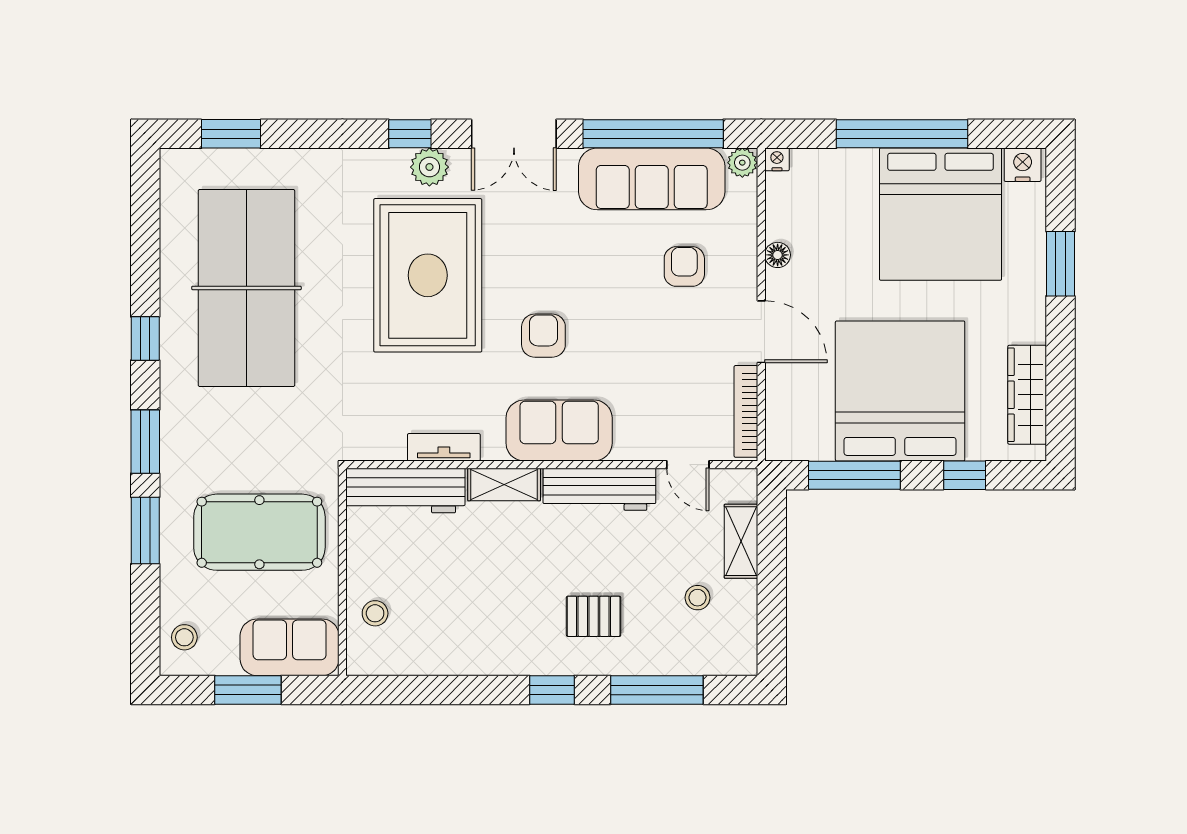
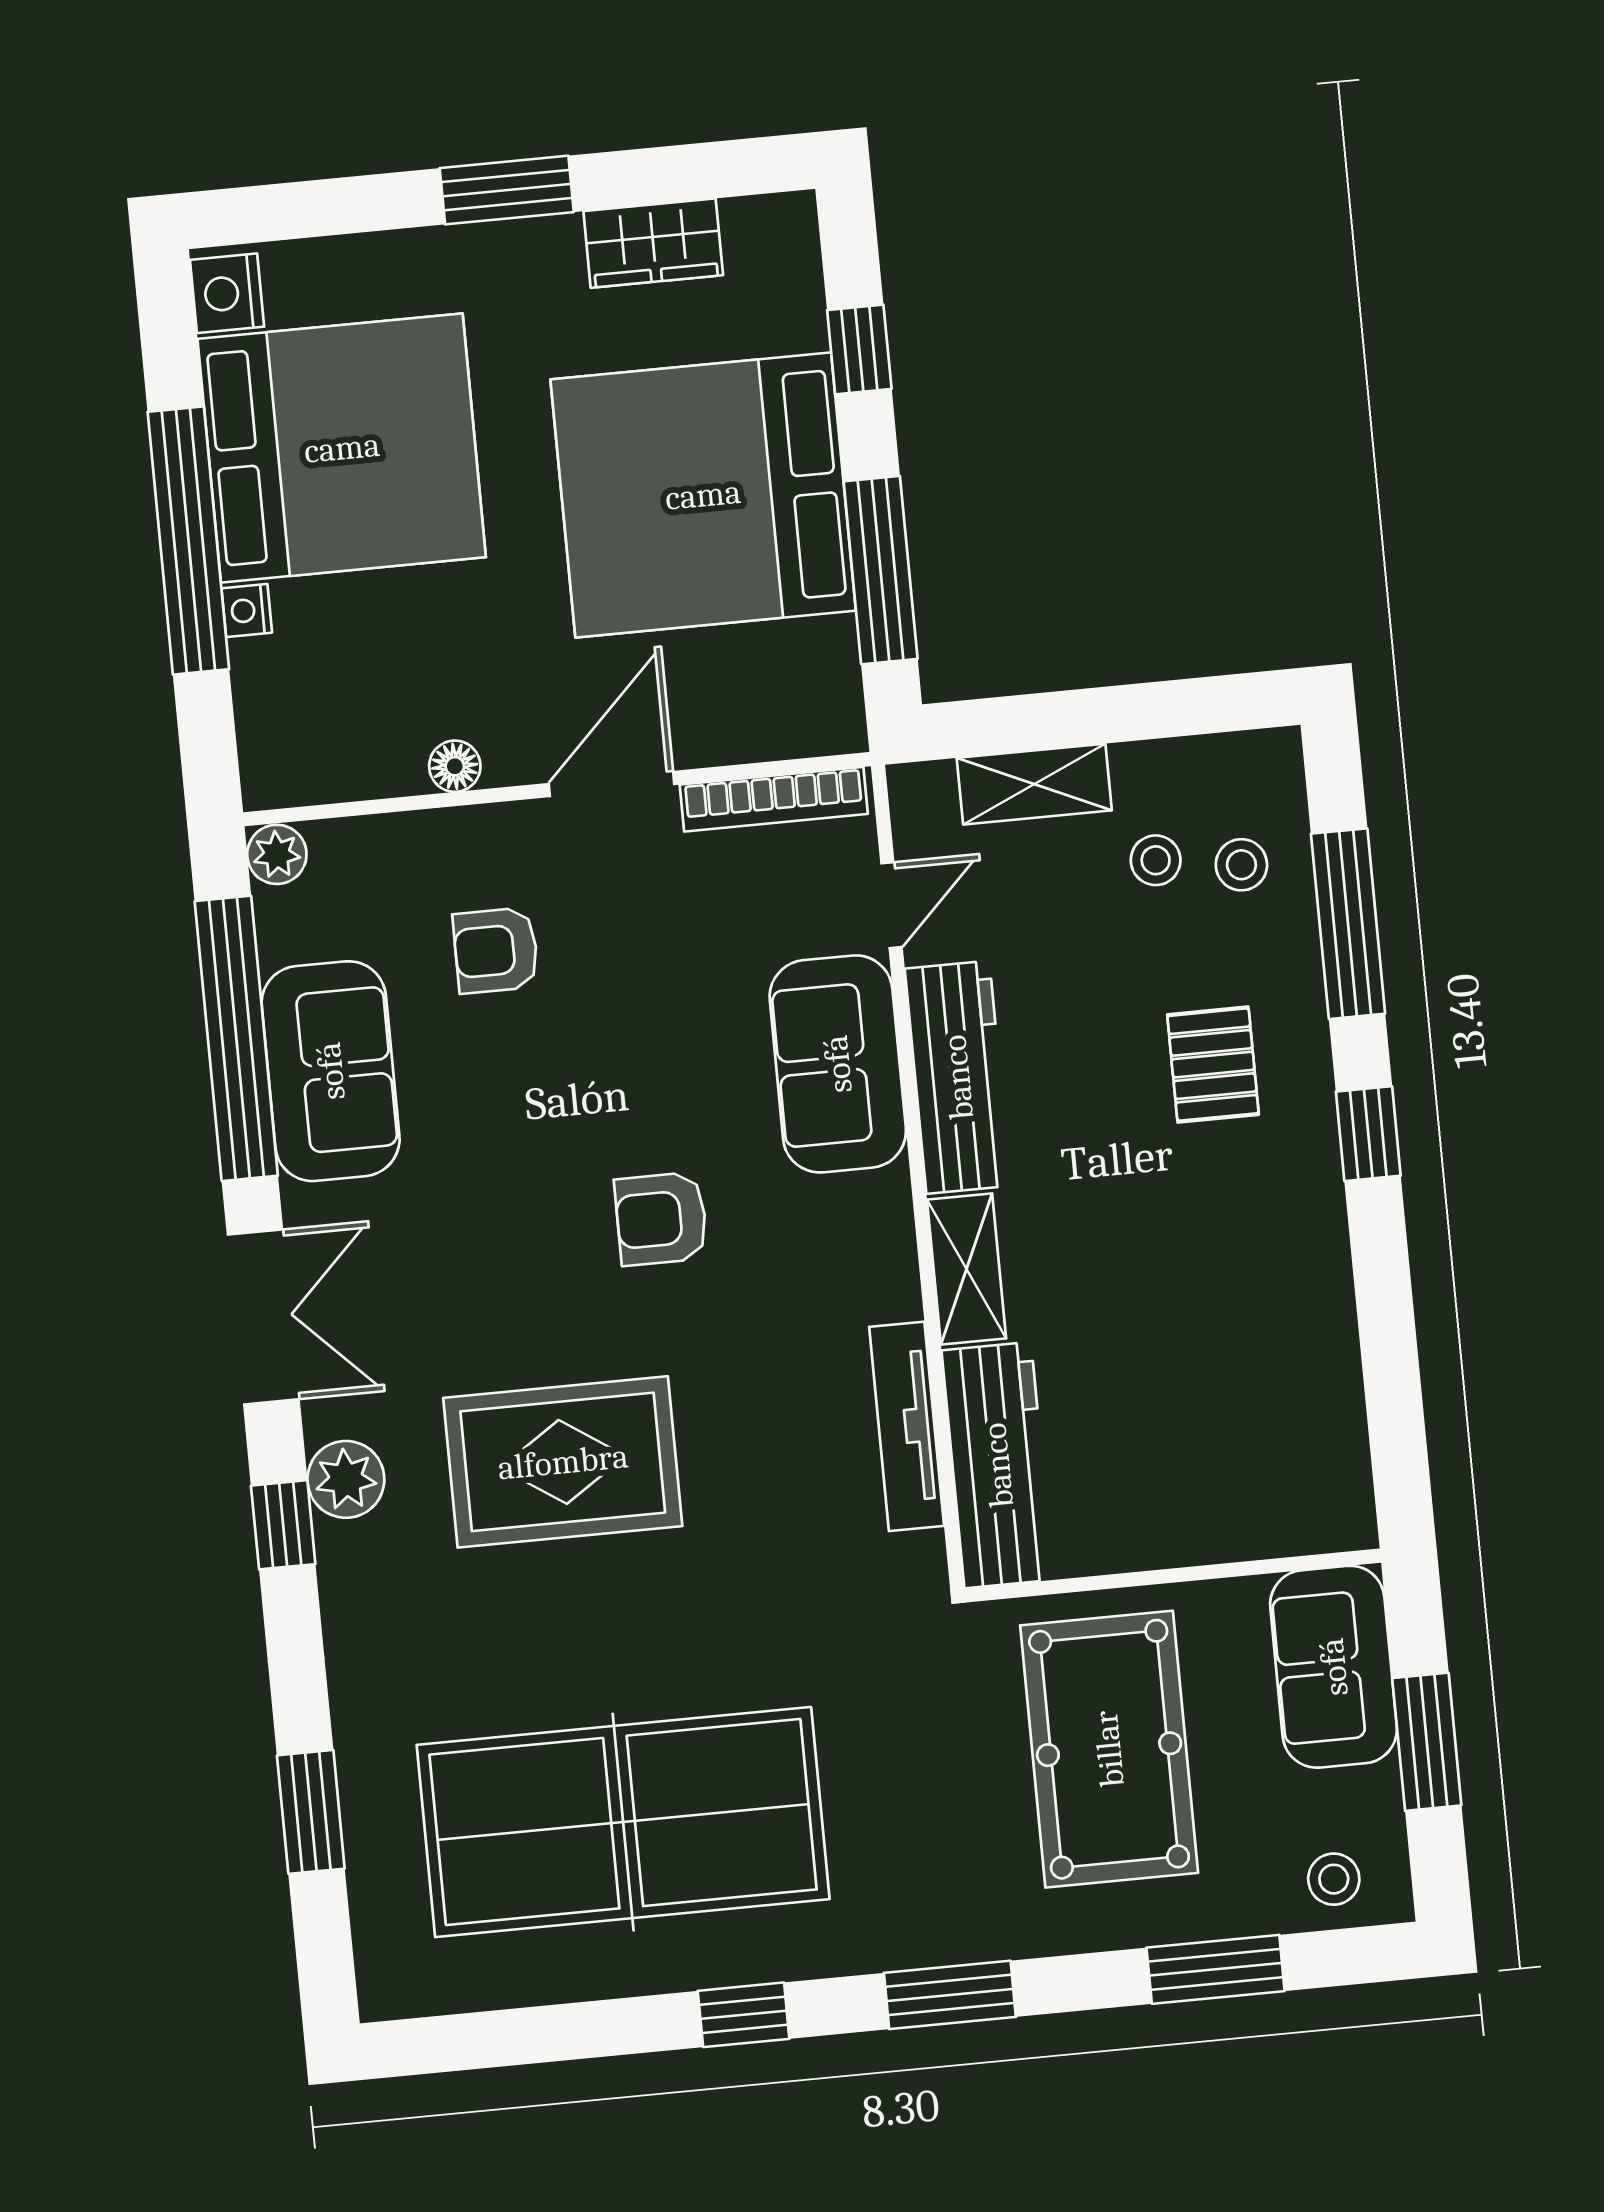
window: (231, 134) -> (311, 1812), moved
nightstand: (777, 159) -> (247, 610), moved
sofa: (652, 179) -> (331, 1071), width x0.73
window: (1060, 264) -> (507, 190), moved
rug: (428, 275) -> (563, 1462), width x0.73, depth x0.69
wardrobe: (1027, 395) -> (653, 243), width x0.67
sofa: (559, 430) -> (838, 1064), moved
tv unit: (444, 447) -> (907, 1426), width x1.41
window: (145, 531) -> (1216, 1969), moved
stool: (375, 613) -> (1241, 865), moved

